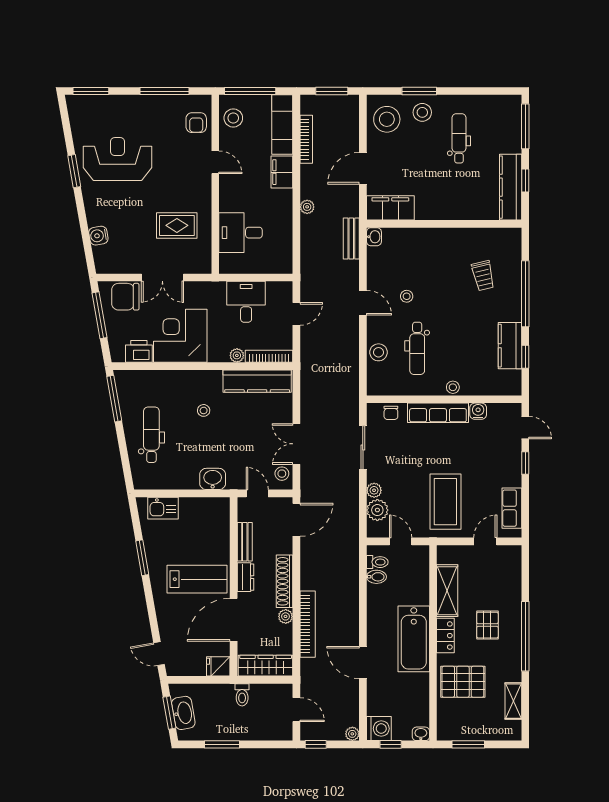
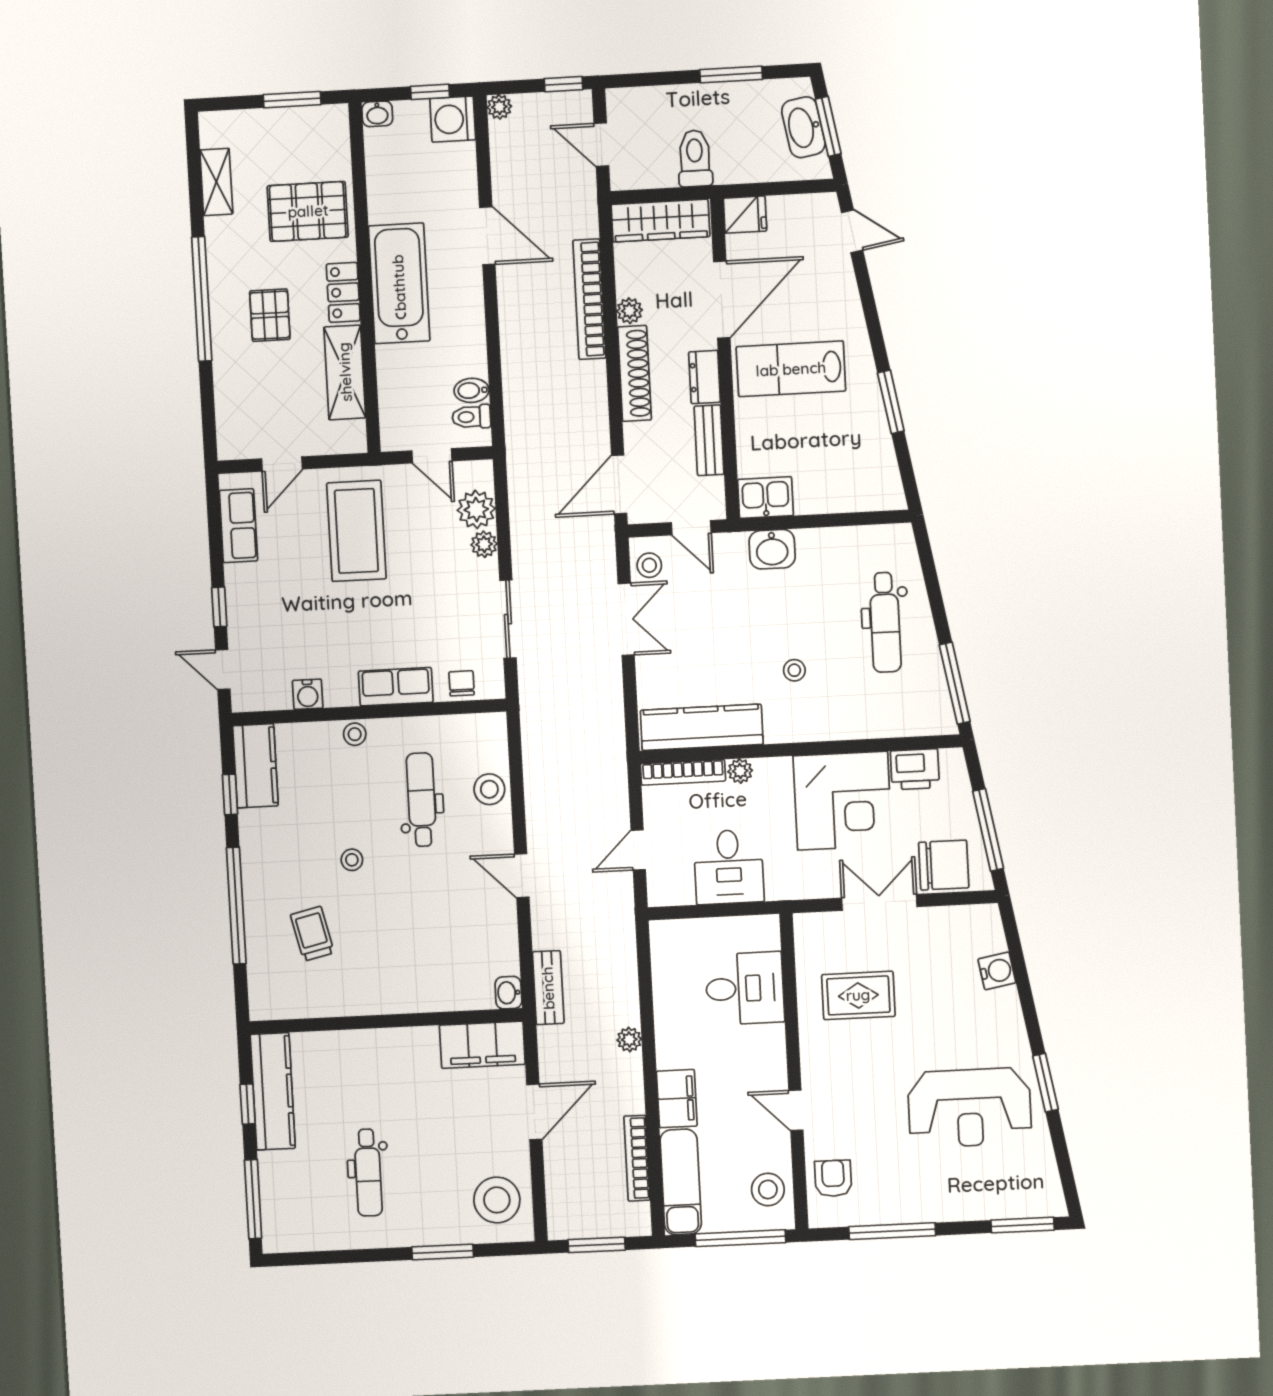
stool: (422, 112) -> (435, 1215), removed
stool: (407, 296) -> (352, 860), moved
kitchen counter: (510, 346) -> (255, 766), moved
row of seats: (438, 413) -> (396, 687), width x0.68
kitchen sink: (163, 508) -> (765, 497), moved
toilet: (242, 695) -> (695, 158), width x1.37, depth x1.39

